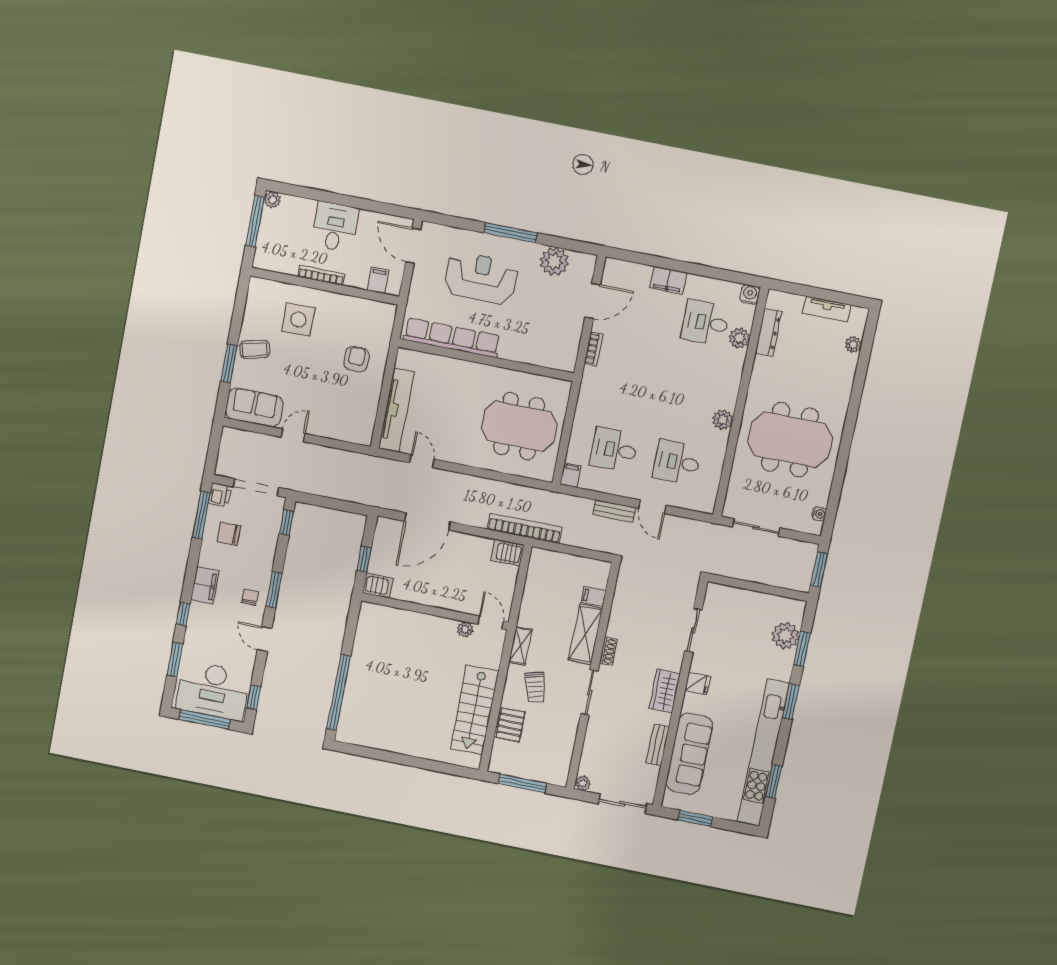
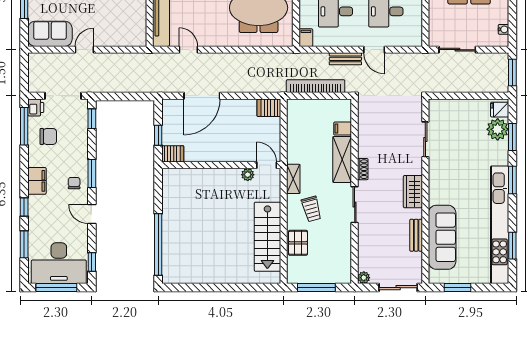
bookcase: (525, 528) -> (316, 86), moved
chair: (229, 534) -> (48, 136), turned 180
fridge: (698, 683) -> (500, 110), moved, turned 180

